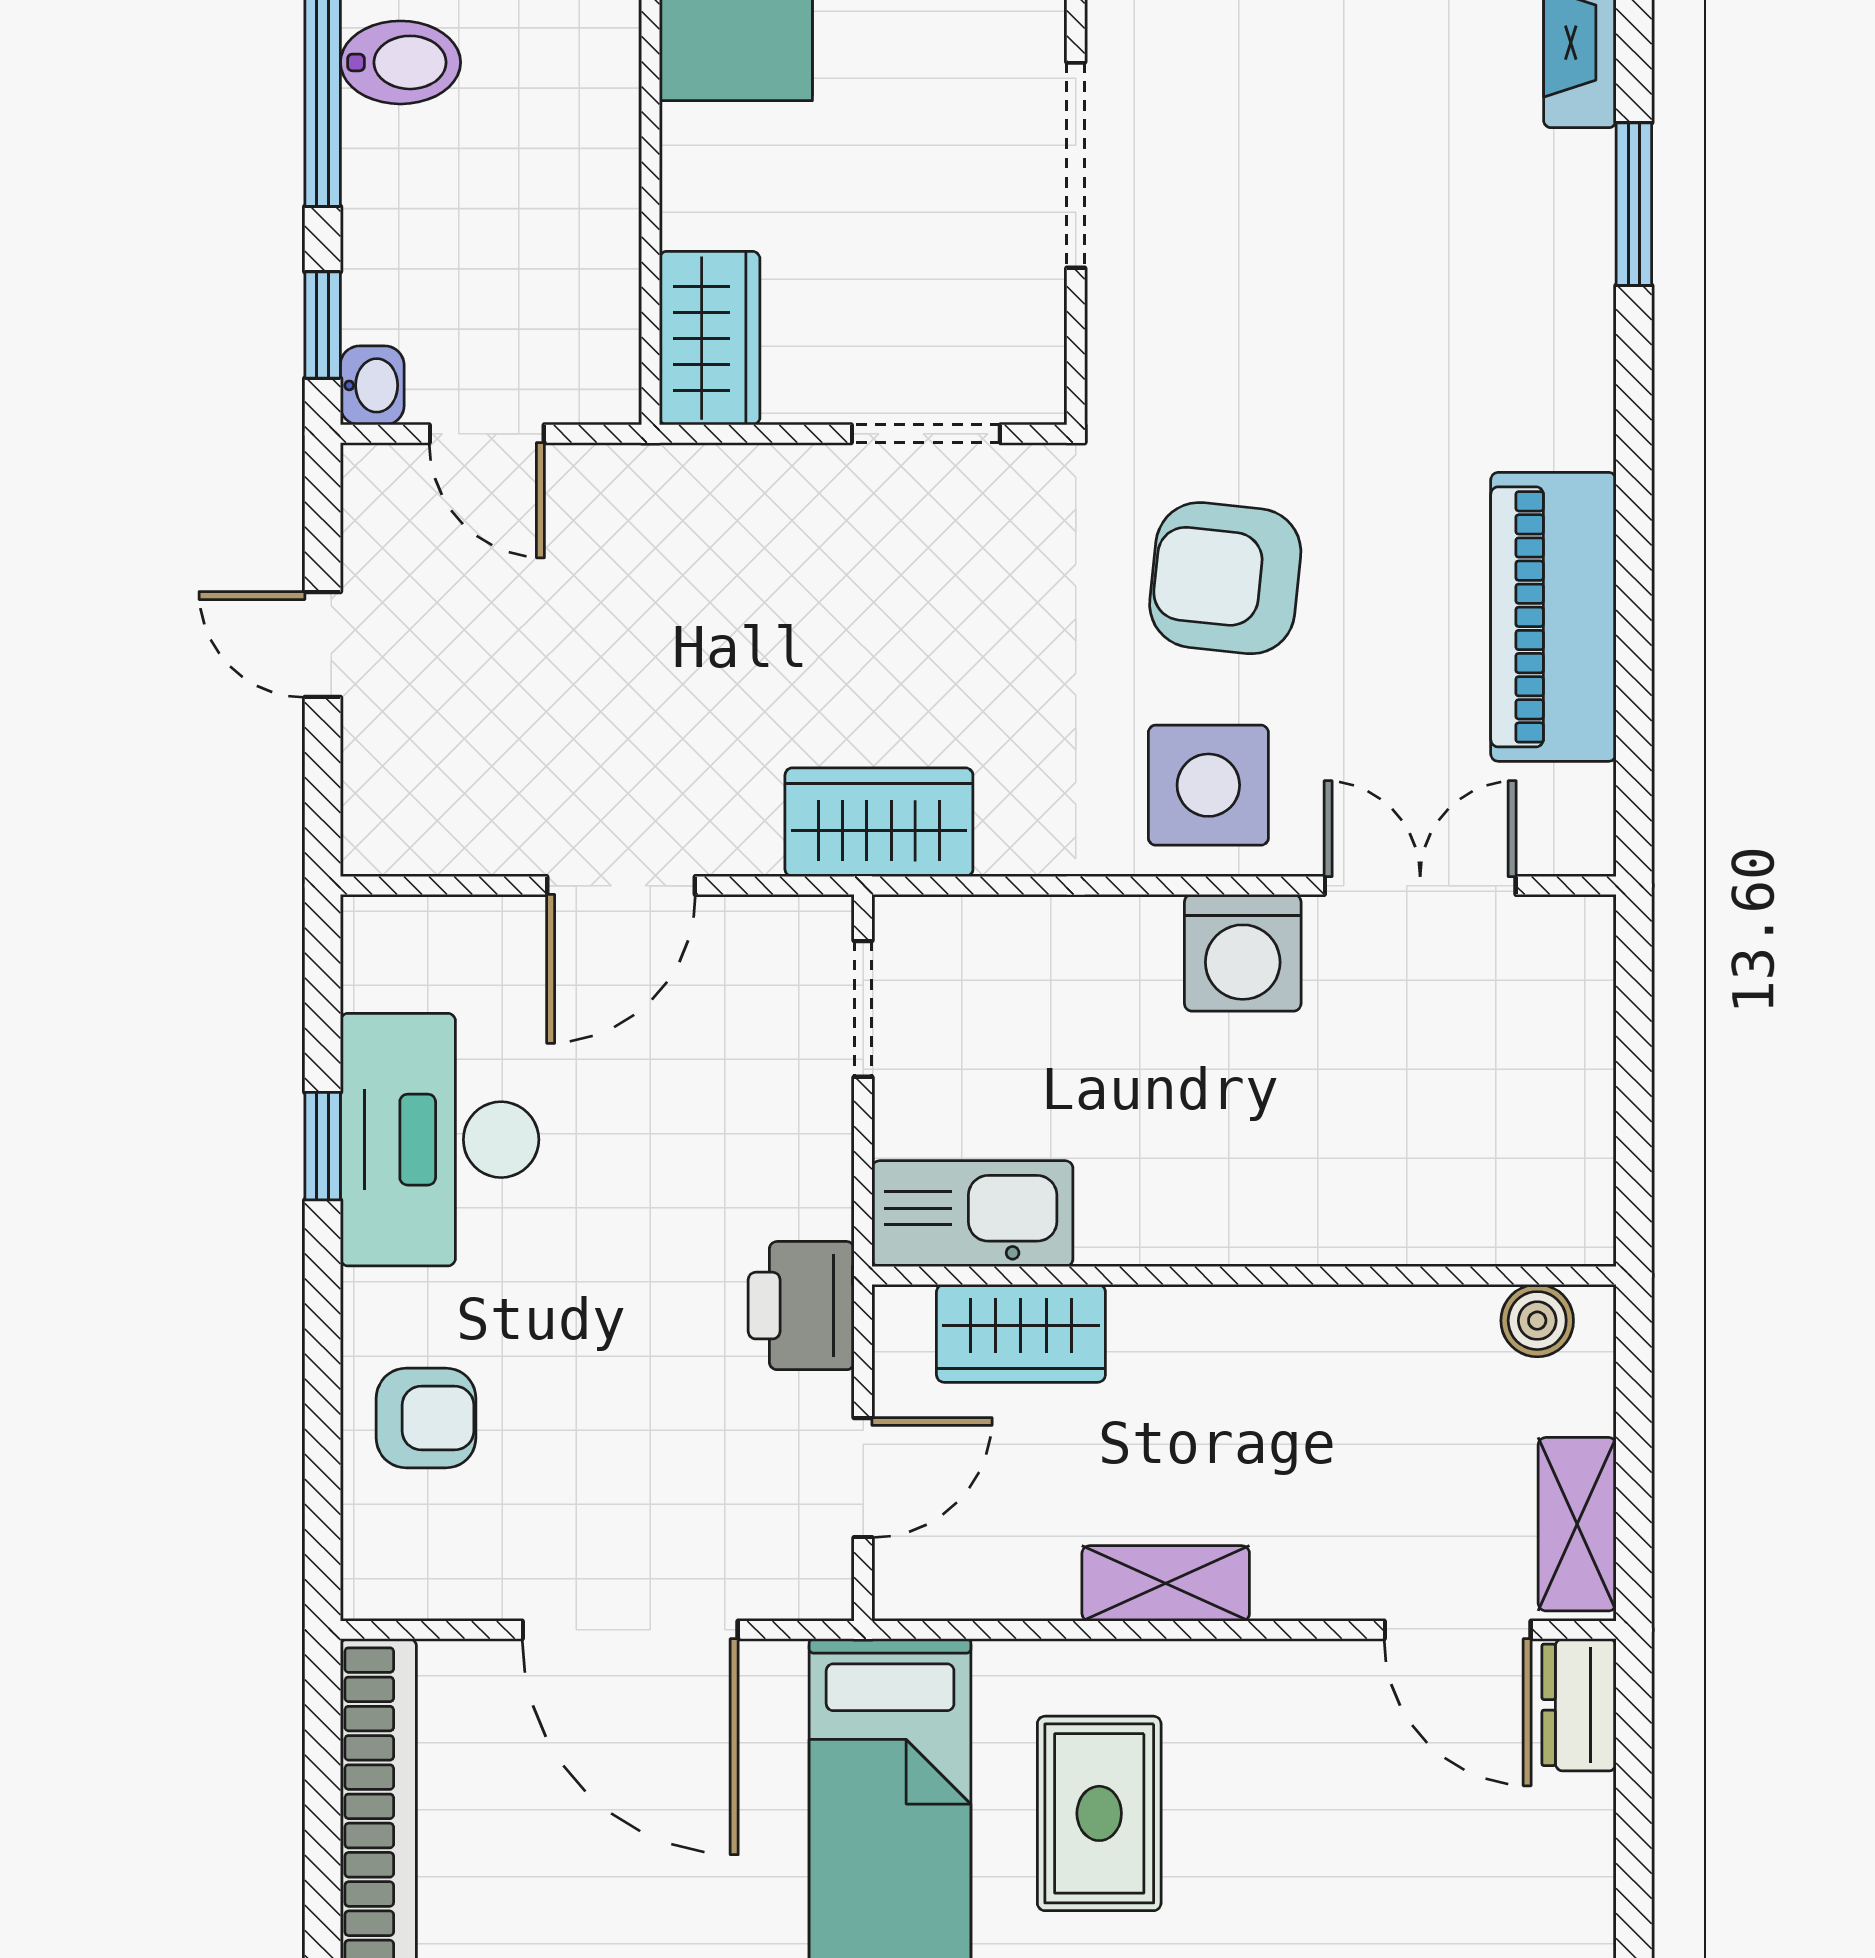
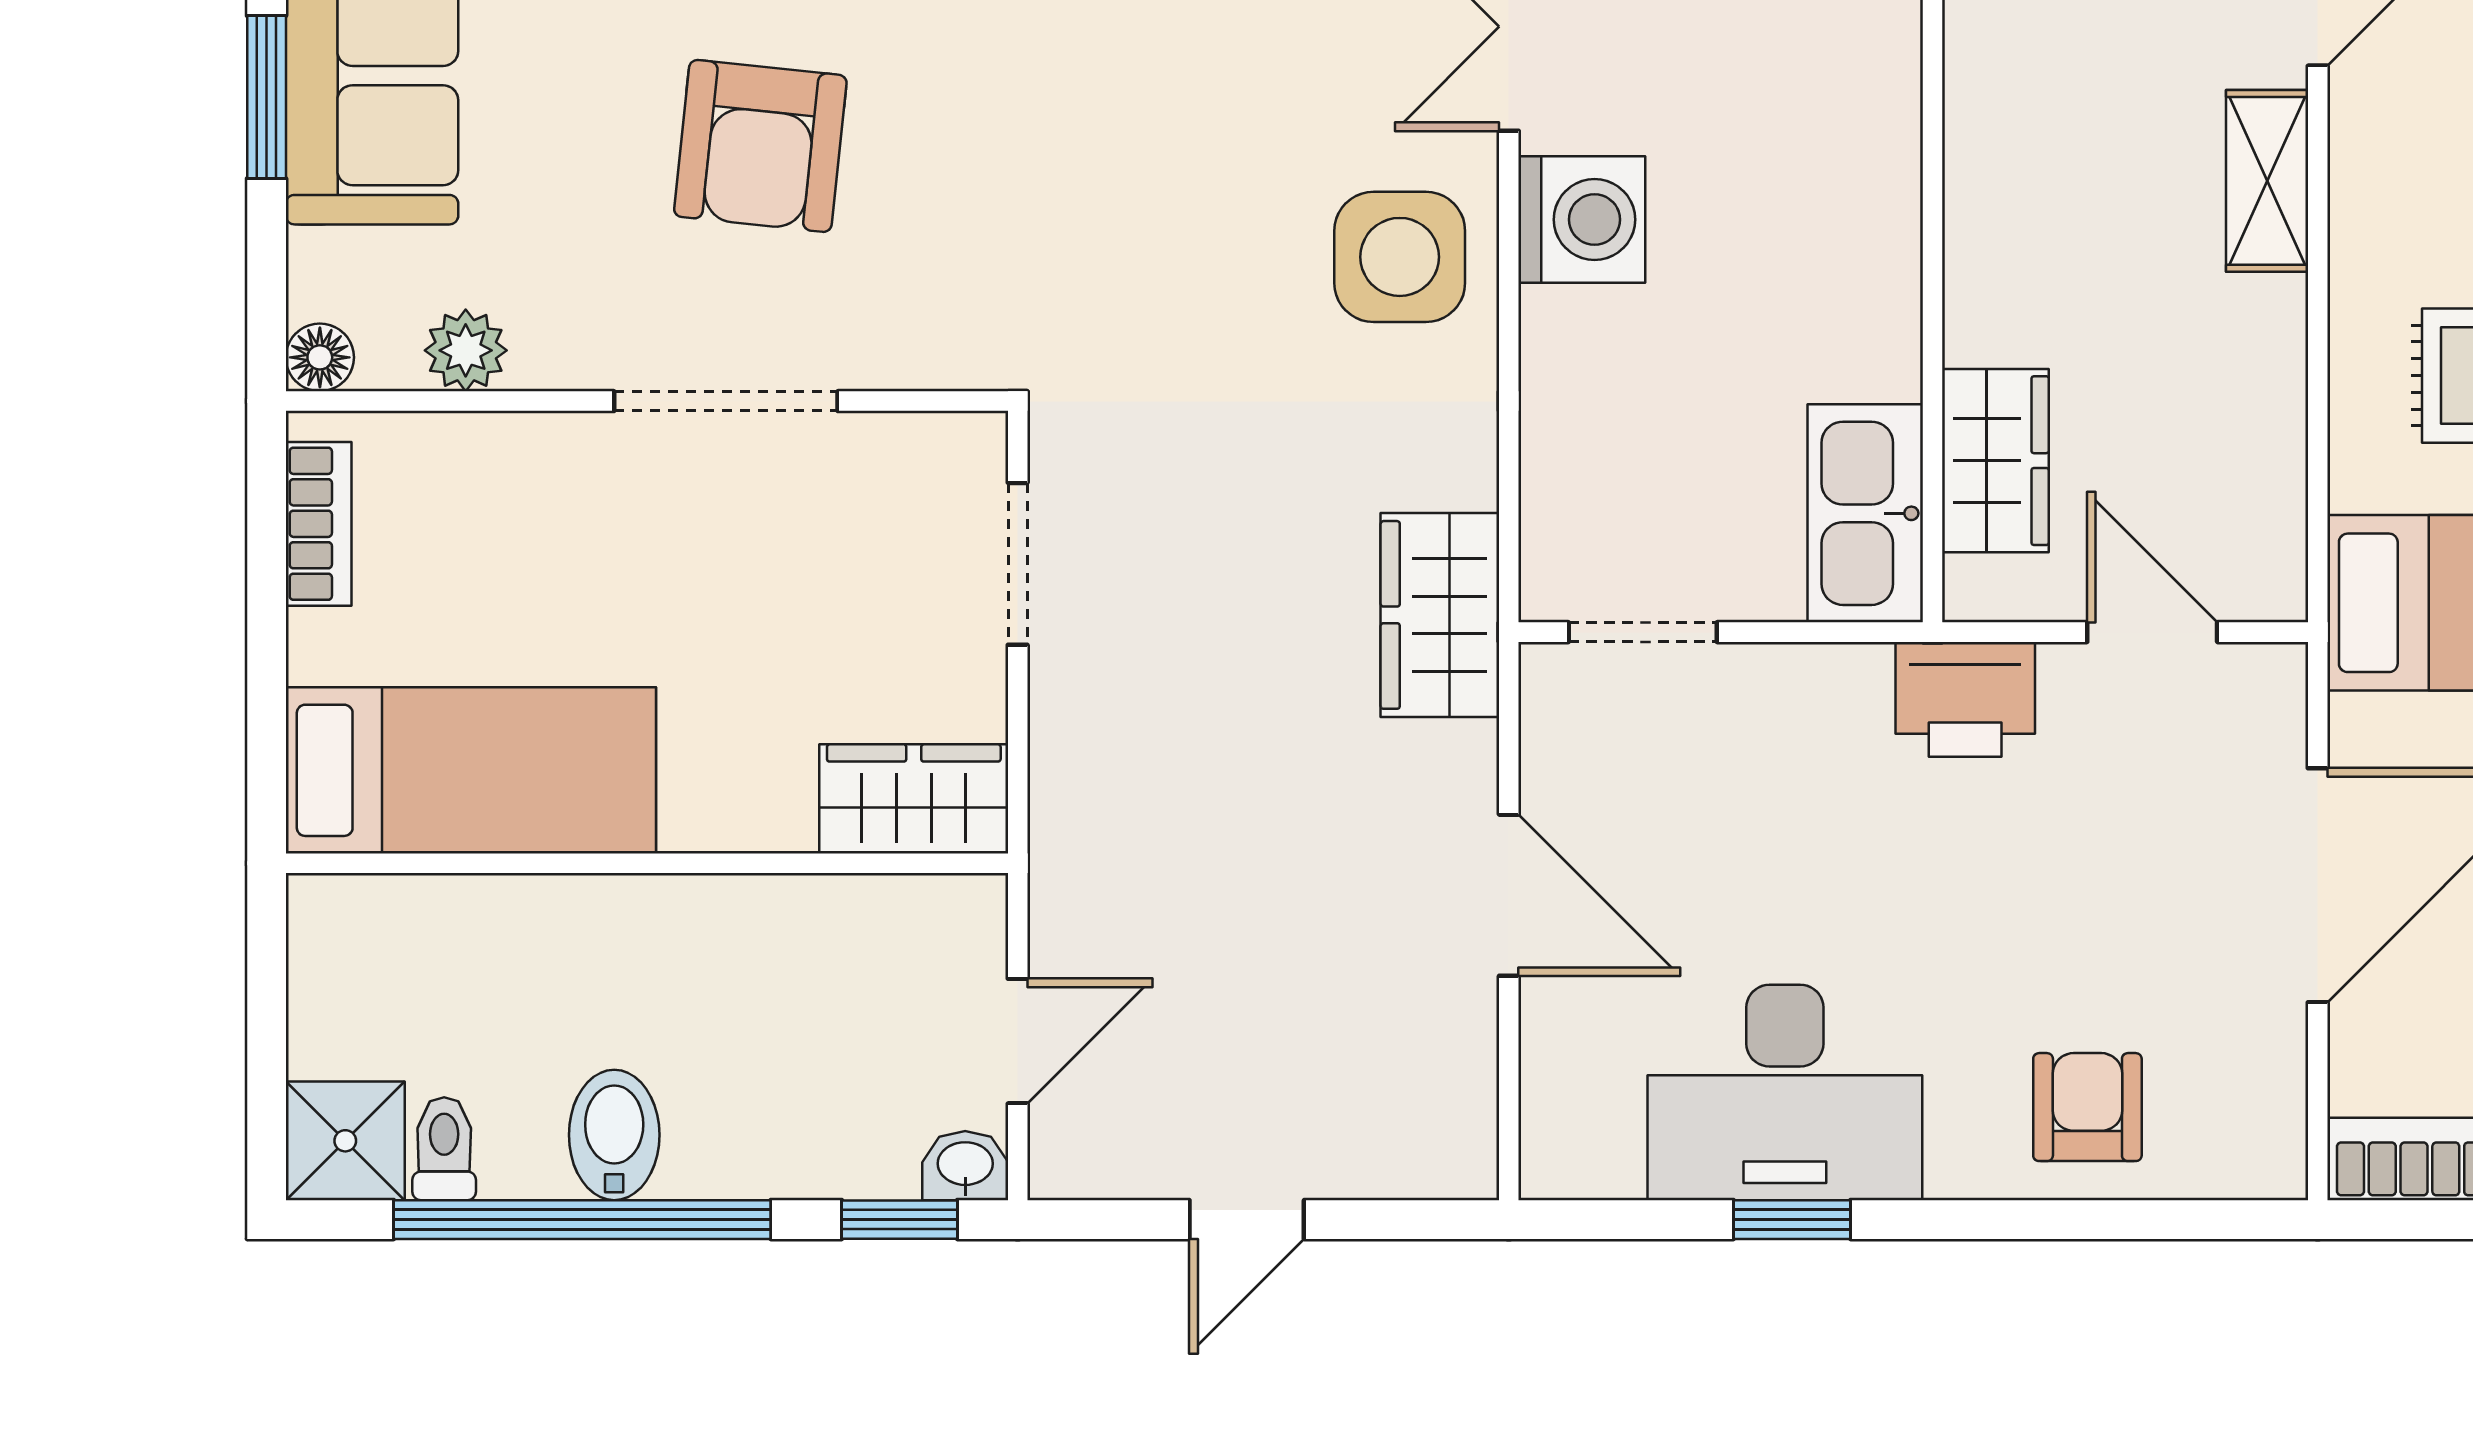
armchair: (1225, 578) -> (760, 146), moved
shelving: (1166, 1583) -> (2267, 181), moved

